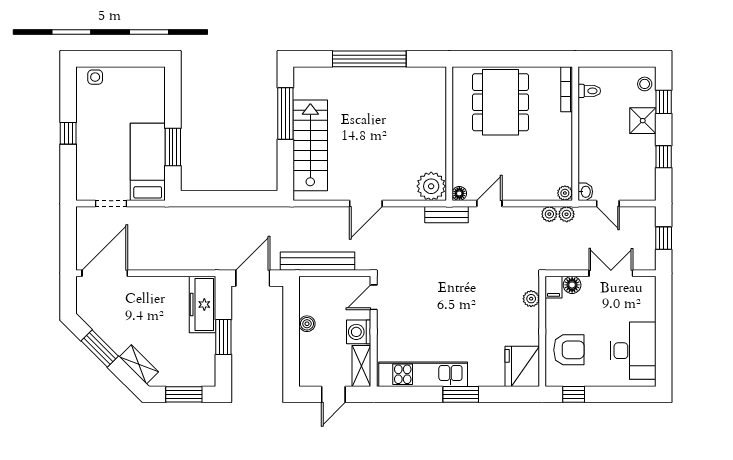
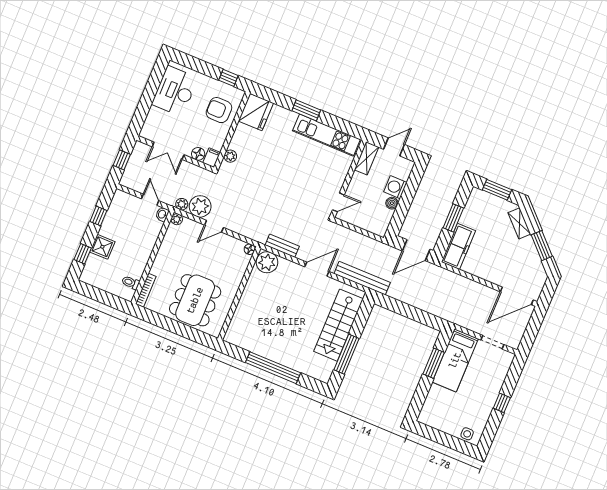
stool: (645, 84) -> (91, 272), removed
door: (489, 203) -> (214, 226), moved
plant: (549, 214) -> (200, 206), width x1.87, depth x1.87
bench: (447, 215) -> (282, 246), moved
bench: (317, 261) -> (362, 278), moved
washing machine: (359, 332) -> (395, 187), moved, turned 180

